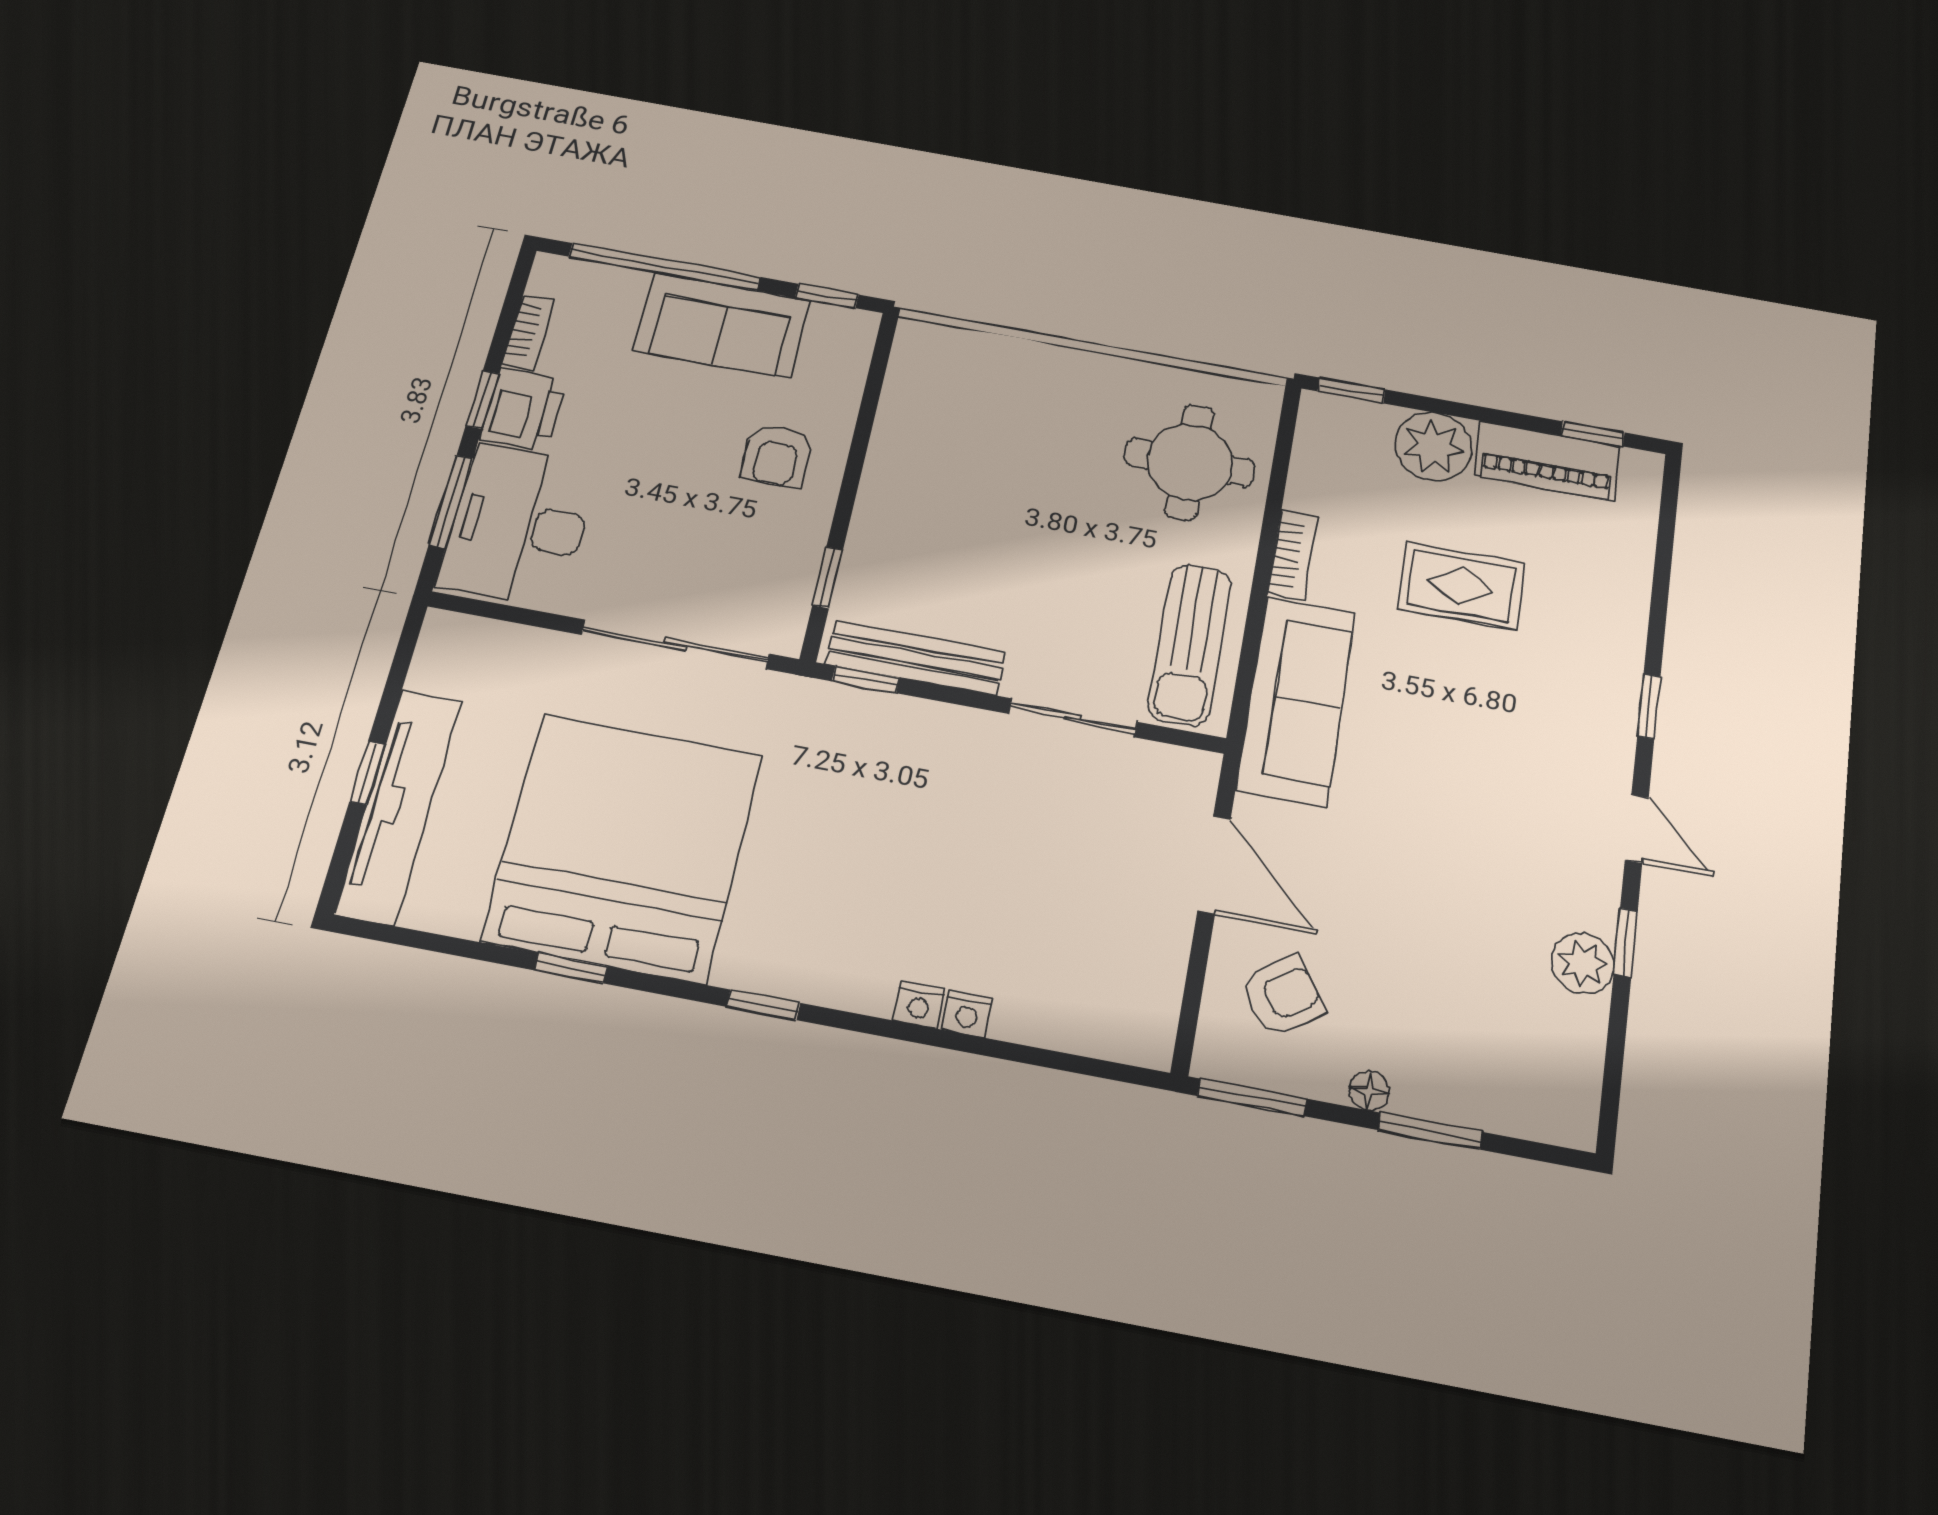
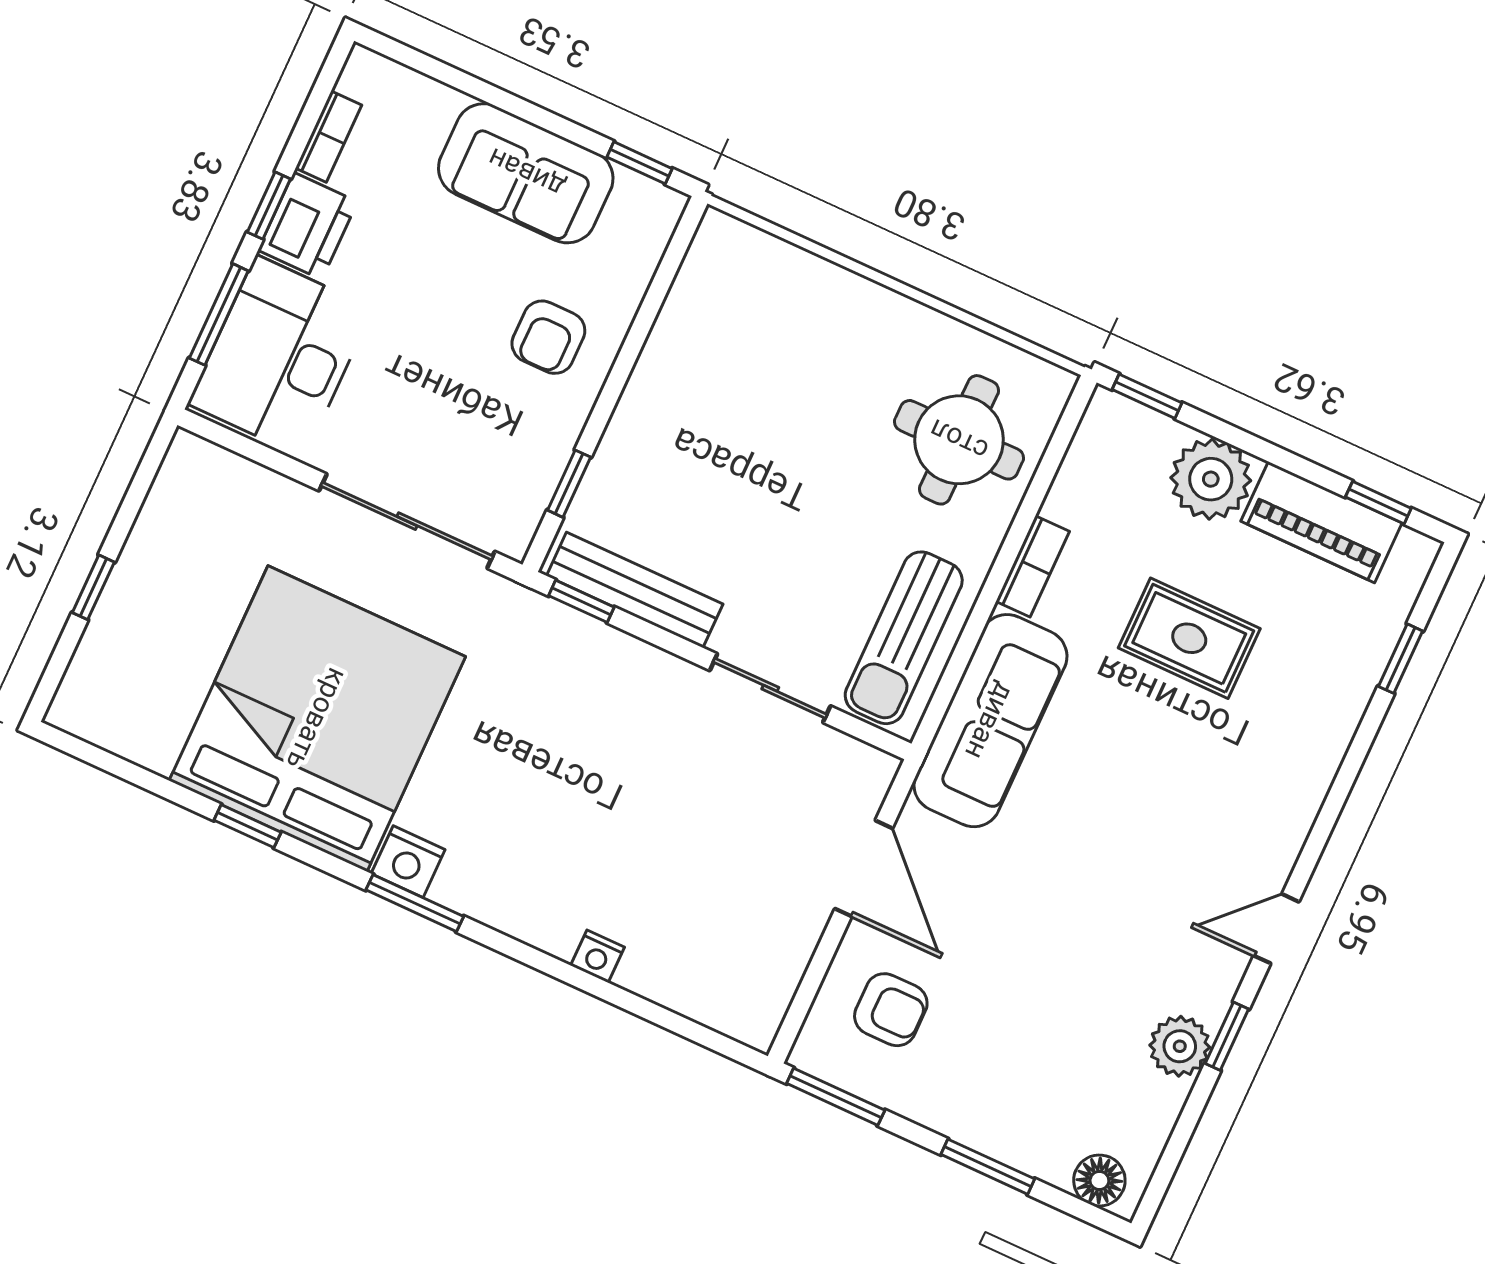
window: (665, 267) -> (481, 90), removed
window: (1649, 706) -> (1401, 659), moved
tv unit: (399, 806) -> (117, 628), removed
door: (1637, 829) -> (1276, 929), swing flipped
armchair: (1282, 996) -> (891, 1010), turned 35
window: (763, 1005) -> (415, 903), width x1.50
nightstand: (919, 1005) -> (408, 862), moved, width x1.39, depth x1.35
floor lamp: (1369, 1091) -> (1099, 1181), moved, width x1.37, depth x1.37

